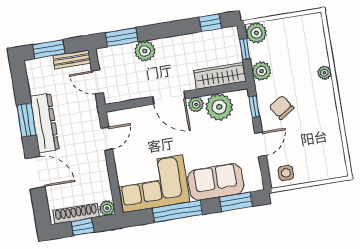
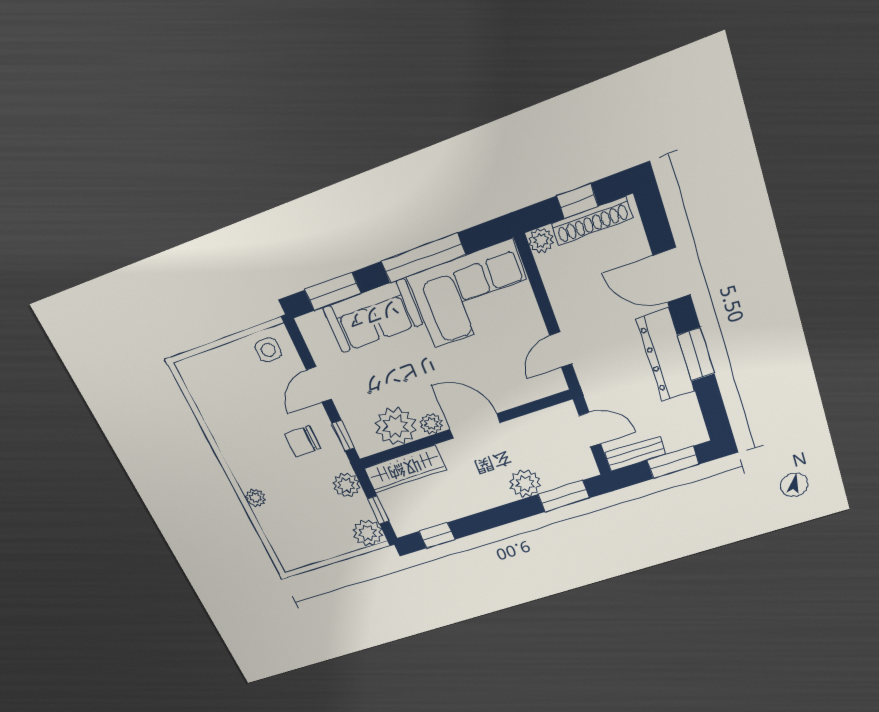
chair: (282, 107) -> (303, 441), turned 123

